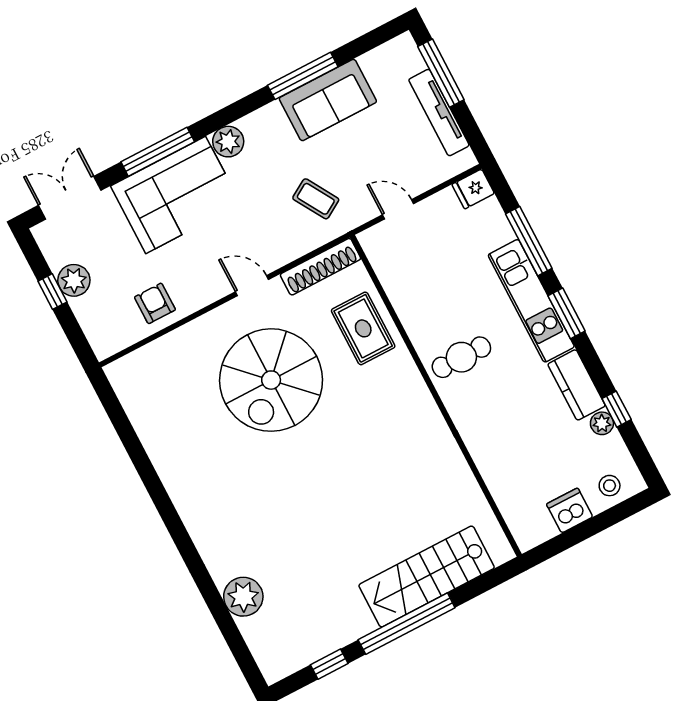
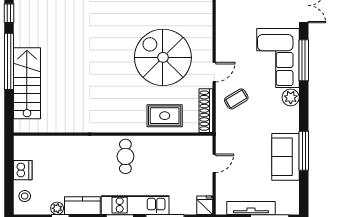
coffee table: (316, 199) -> (236, 99), moved
armchair: (155, 303) -> (230, 20), removed

